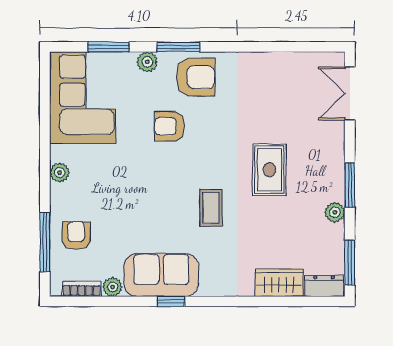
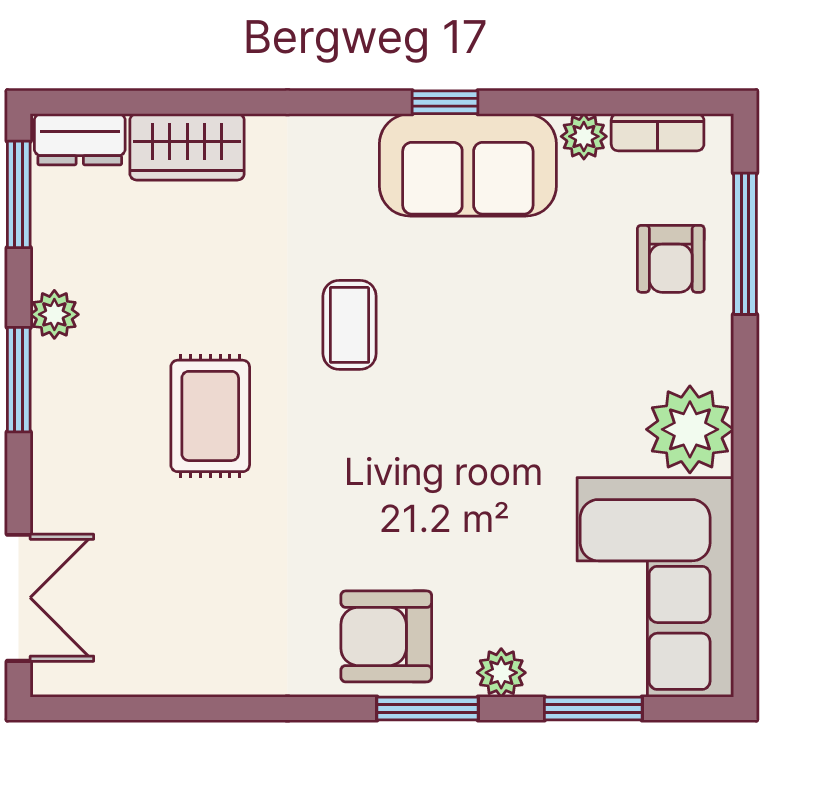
armchair: (170, 126) -> (448, 519), removed
plant: (60, 173) -> (690, 429), width x1.88, depth x1.88

